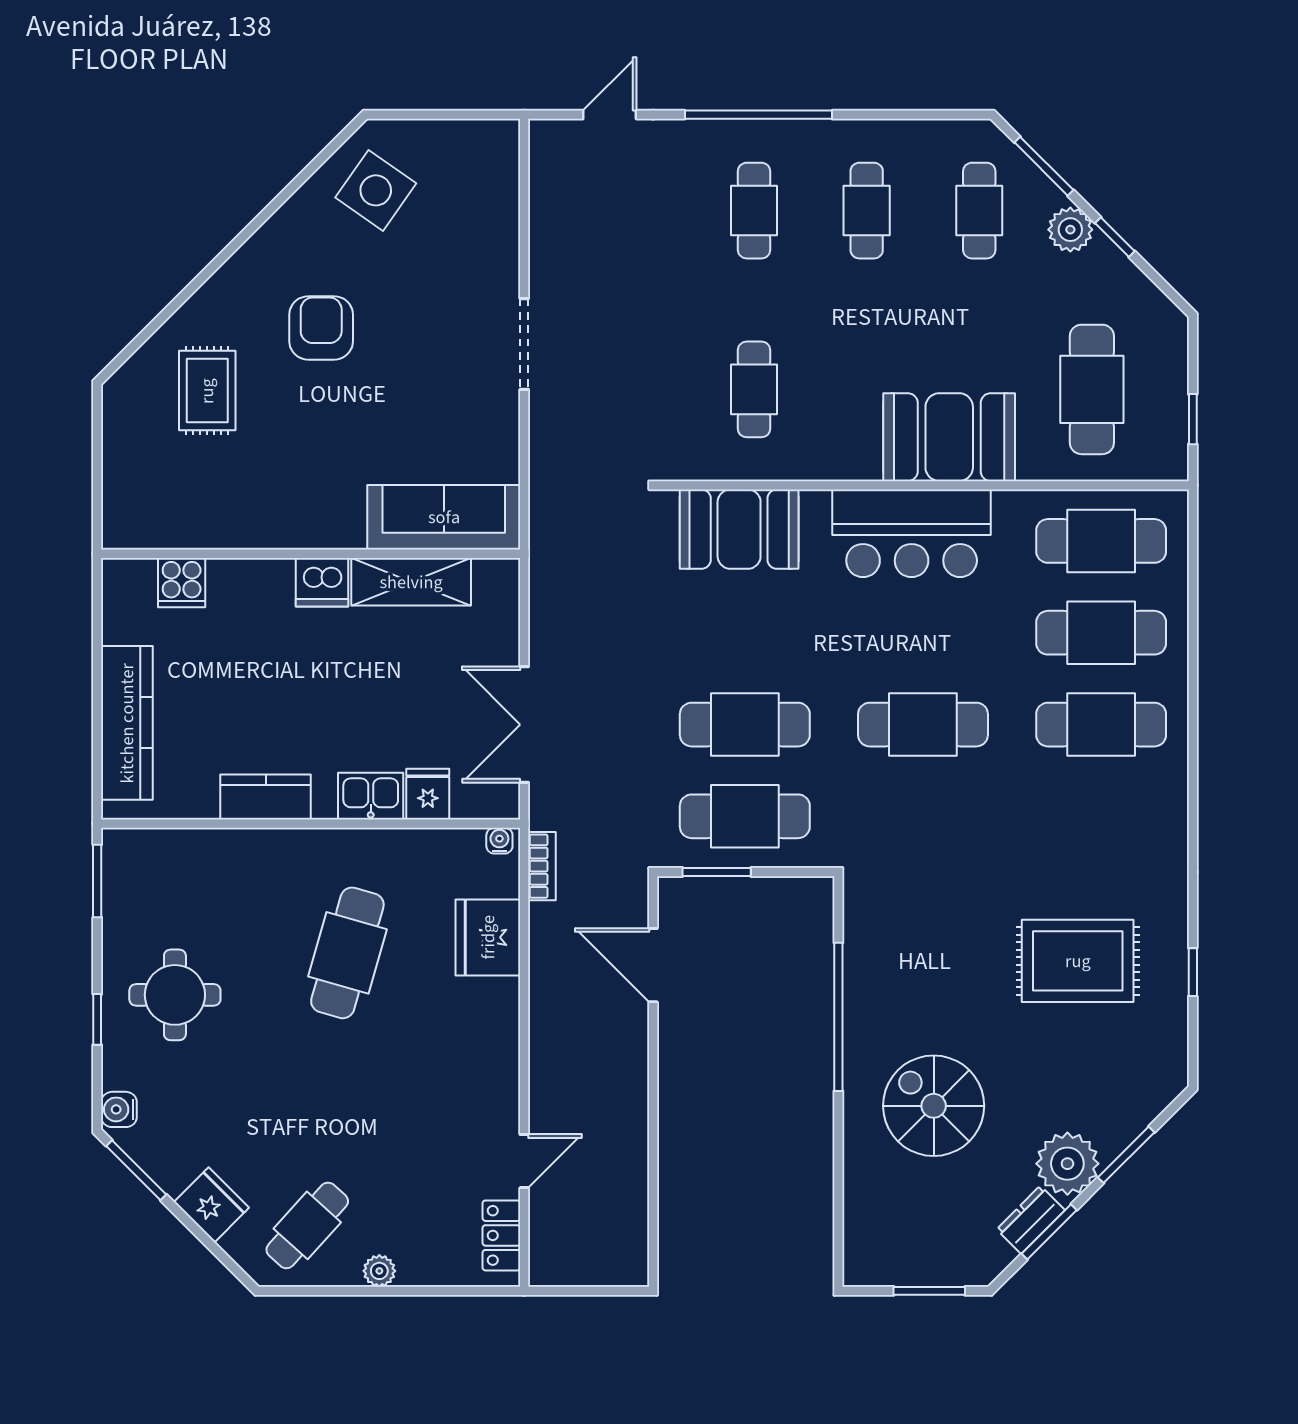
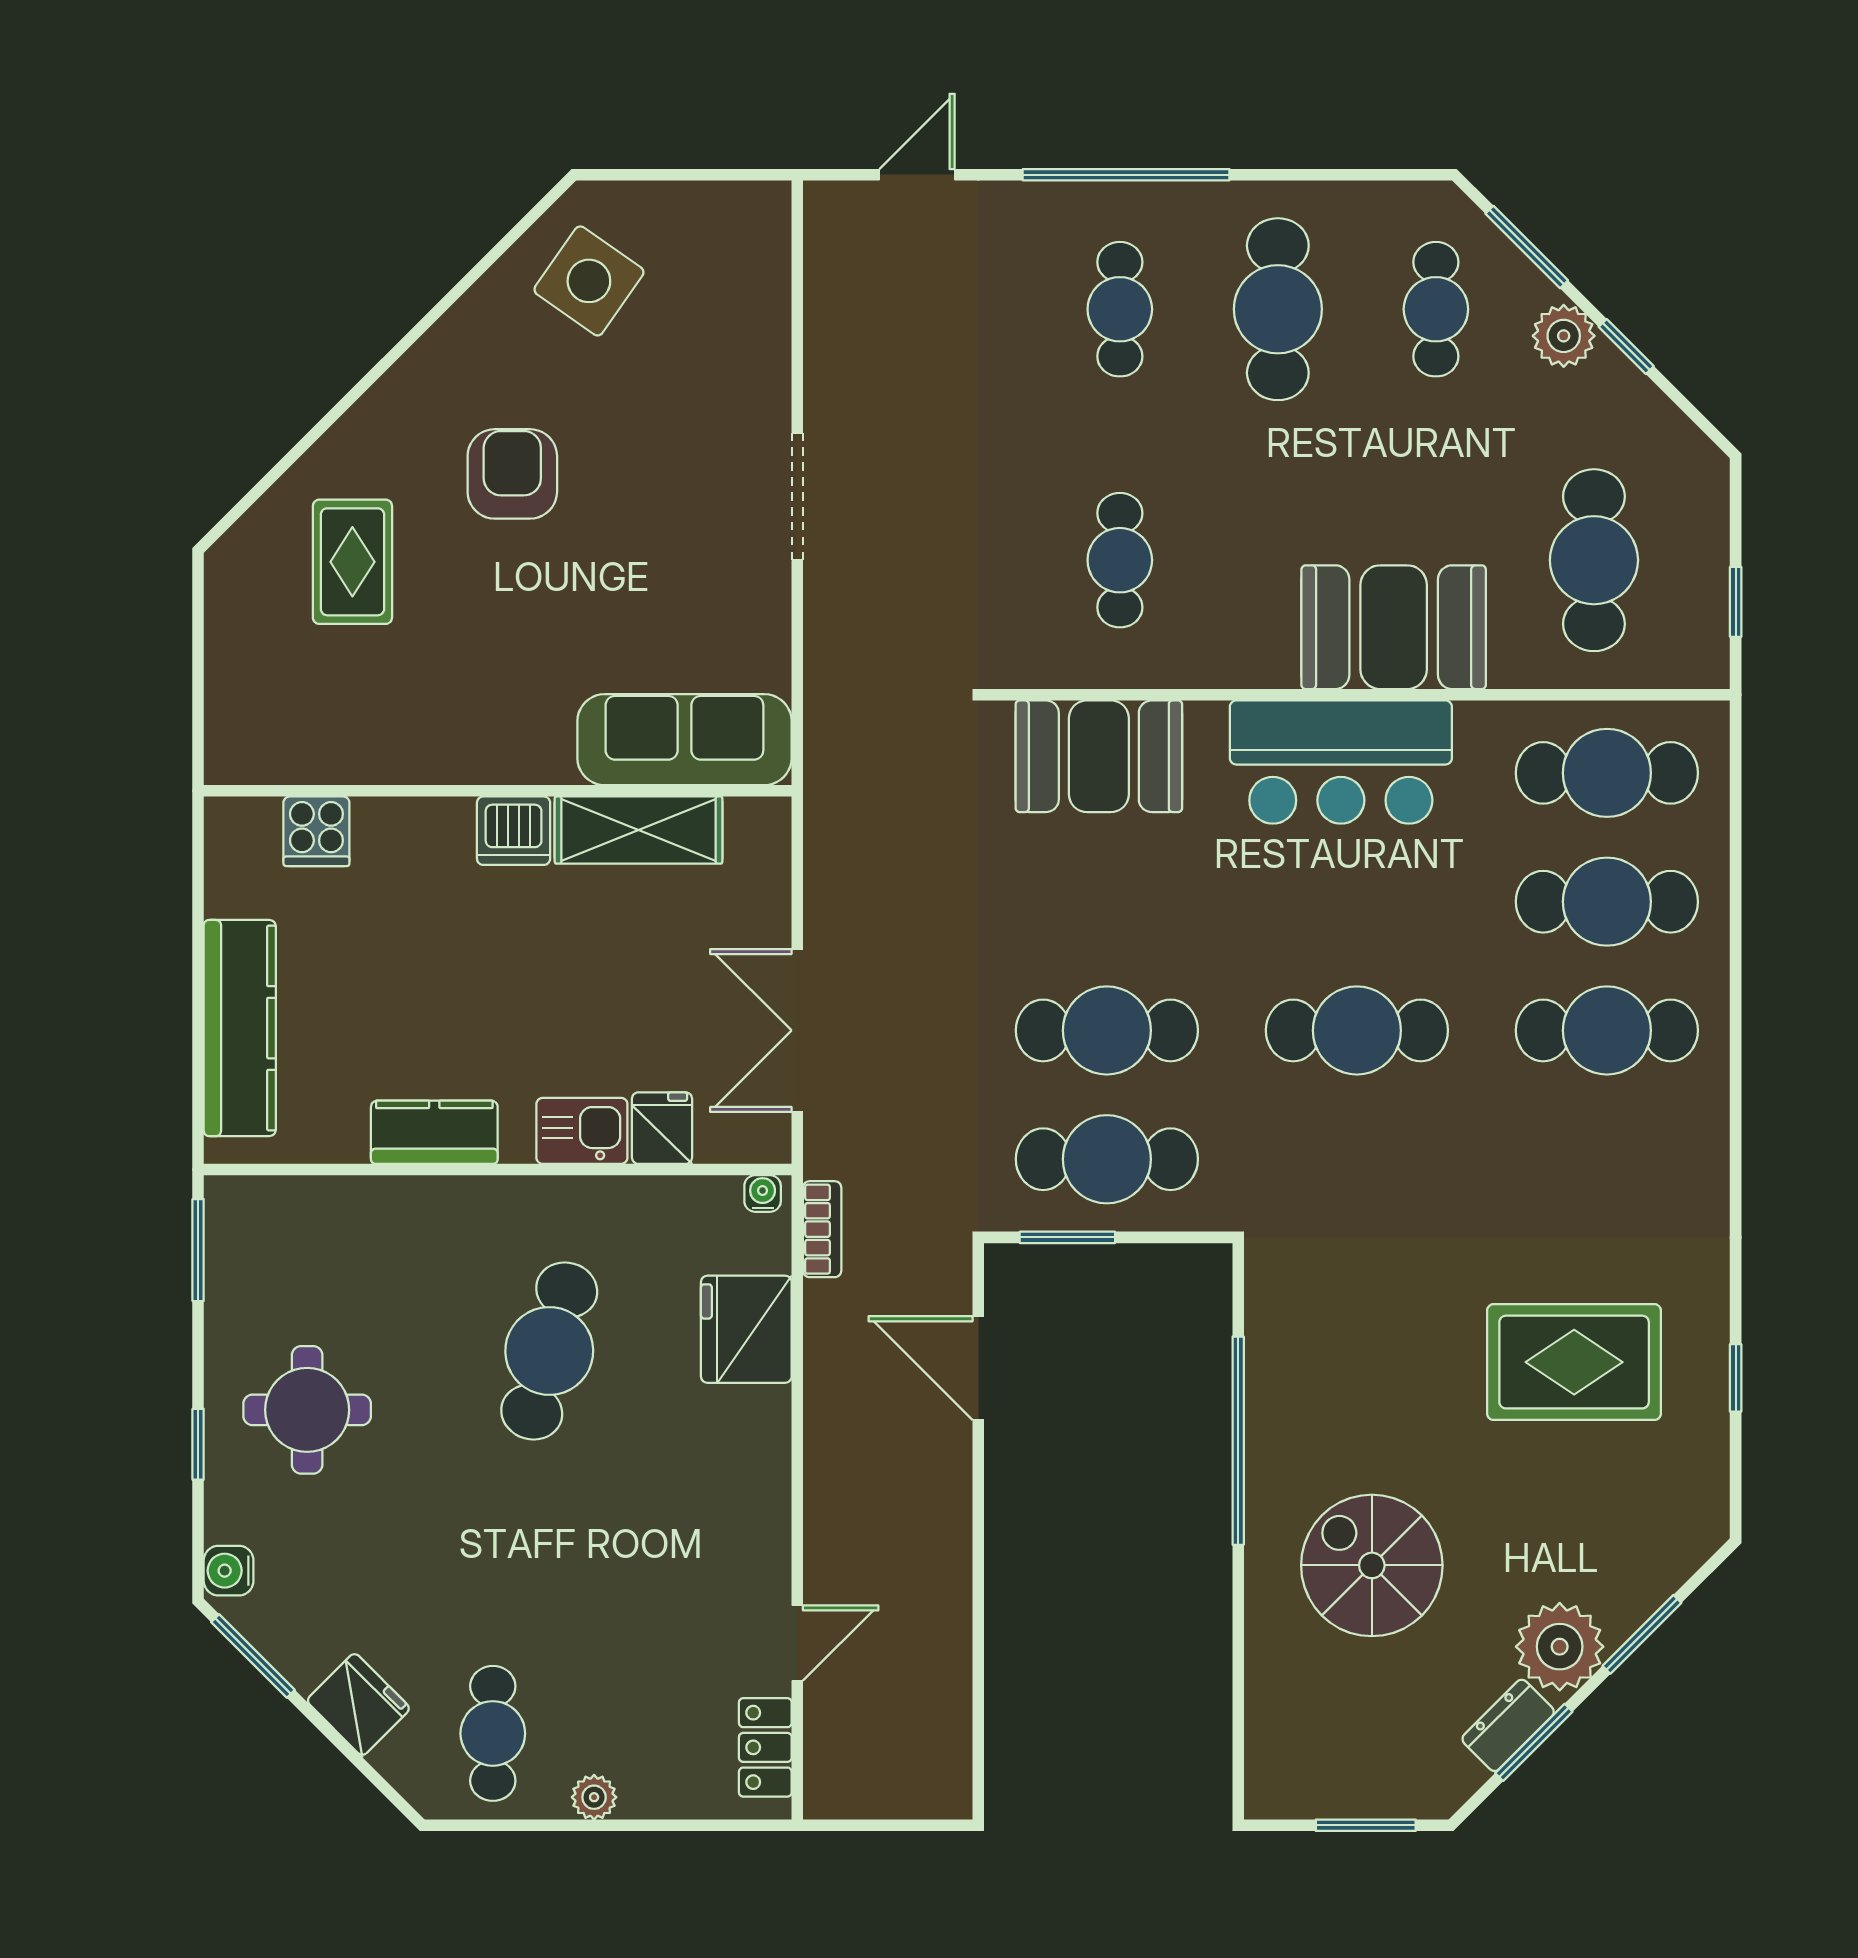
cafe table: (867, 211) -> (1278, 309), width x1.37, depth x1.35
cafe table: (307, 1225) -> (493, 1733), turned -42

